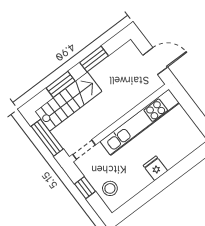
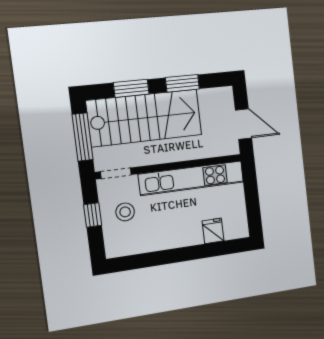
stairs: (68, 101) -> (145, 118), width x1.36, depth x1.51
fridge: (155, 168) -> (213, 231), moved
stool: (110, 188) -> (125, 212), moved

